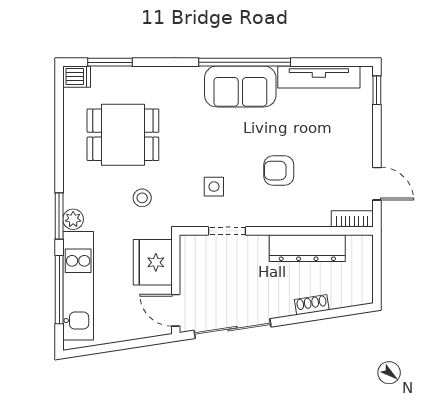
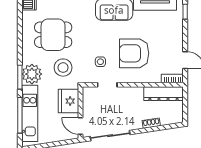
armchair: (279, 171) -> (134, 53), width x1.88, depth x1.88
stool: (142, 198) -> (63, 68), width x1.89, depth x1.89
plant: (73, 219) -> (32, 74), width x1.88, depth x1.88
dresser: (307, 248) -> (163, 94), moved

